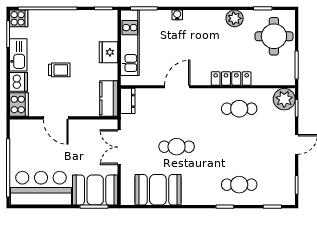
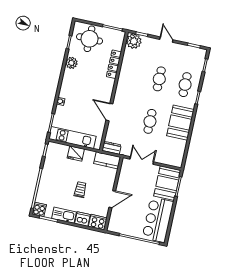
locker: (231, 78) -> (114, 64), moved
cafe table: (239, 109) -> (159, 79), moved
double door: (119, 147) -> (142, 160), swing flipped
booth: (158, 190) -> (180, 123), moved

